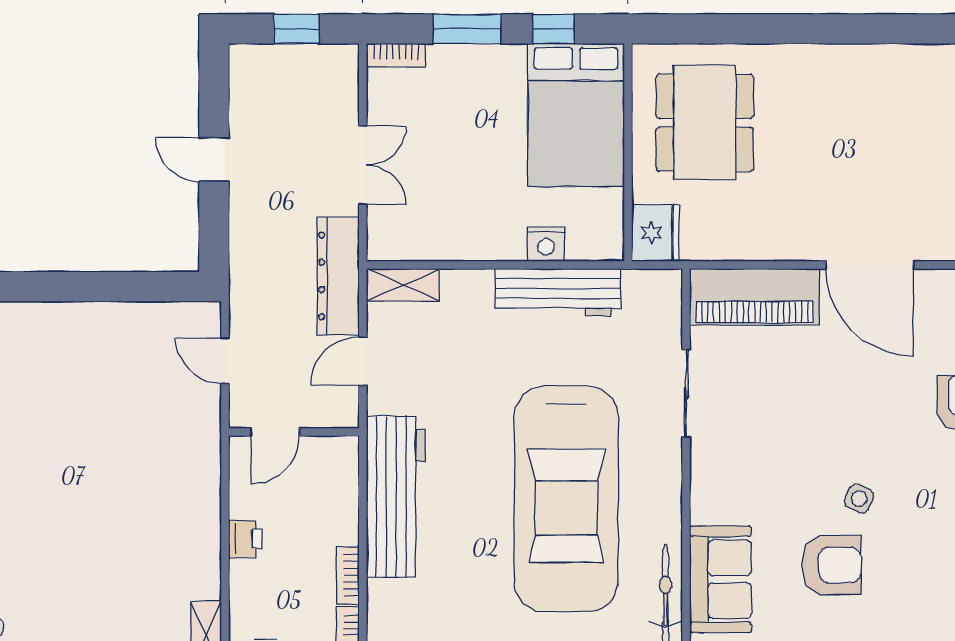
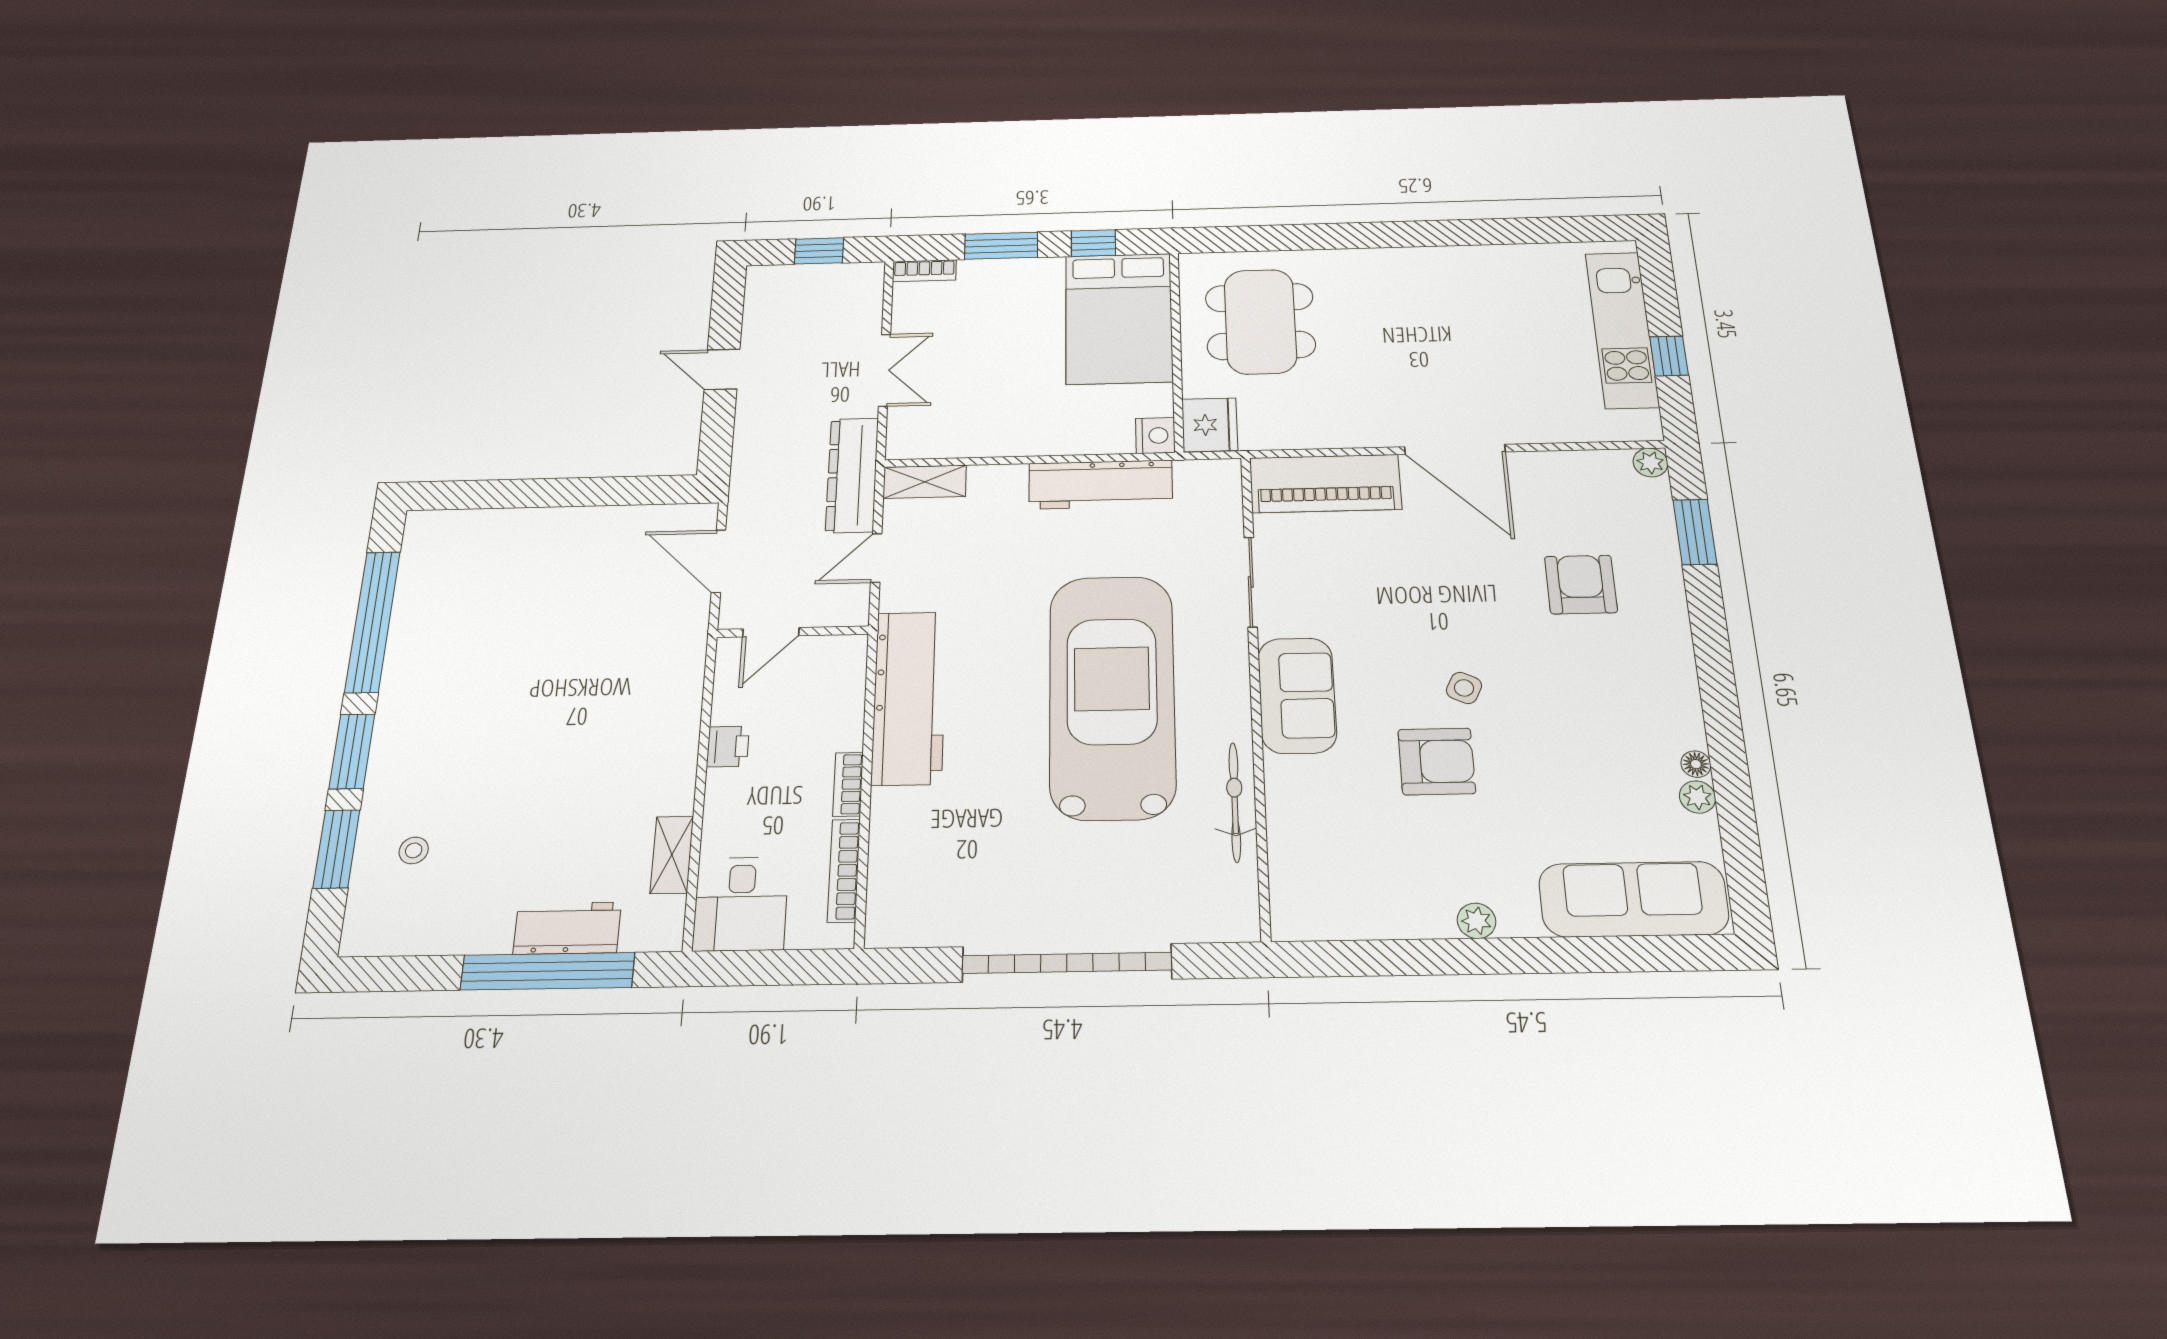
nightstand: (546, 244) -> (1155, 435), moved, turned -90
door: (225, 361) -> (718, 561), width x1.38
car: (566, 499) -> (1112, 696), turned 180
sofa: (720, 579) -> (1297, 695), moved

